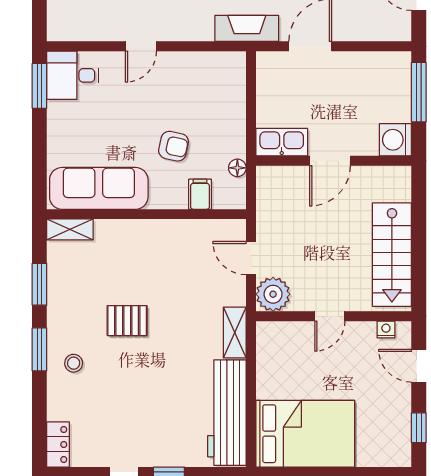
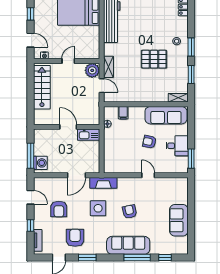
door: (141, 46) -> (148, 175), hinge flipped
desk: (73, 75) -> (177, 146), moved
washing machine: (395, 140) -> (40, 163), moved
armchair: (174, 146) -> (149, 142), moved
door: (330, 161) -> (68, 127), hinge flipped
pallet: (127, 321) -> (154, 59), width x1.50, depth x1.42
shelving: (235, 333) -> (108, 67), moved

